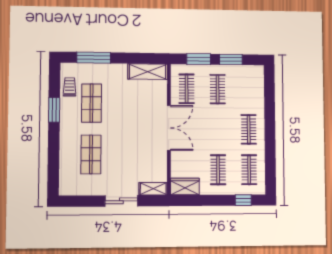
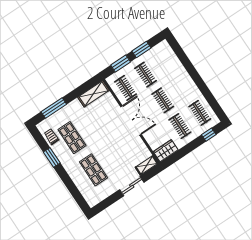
clothes rail: (249, 129) -> (163, 100), moved

